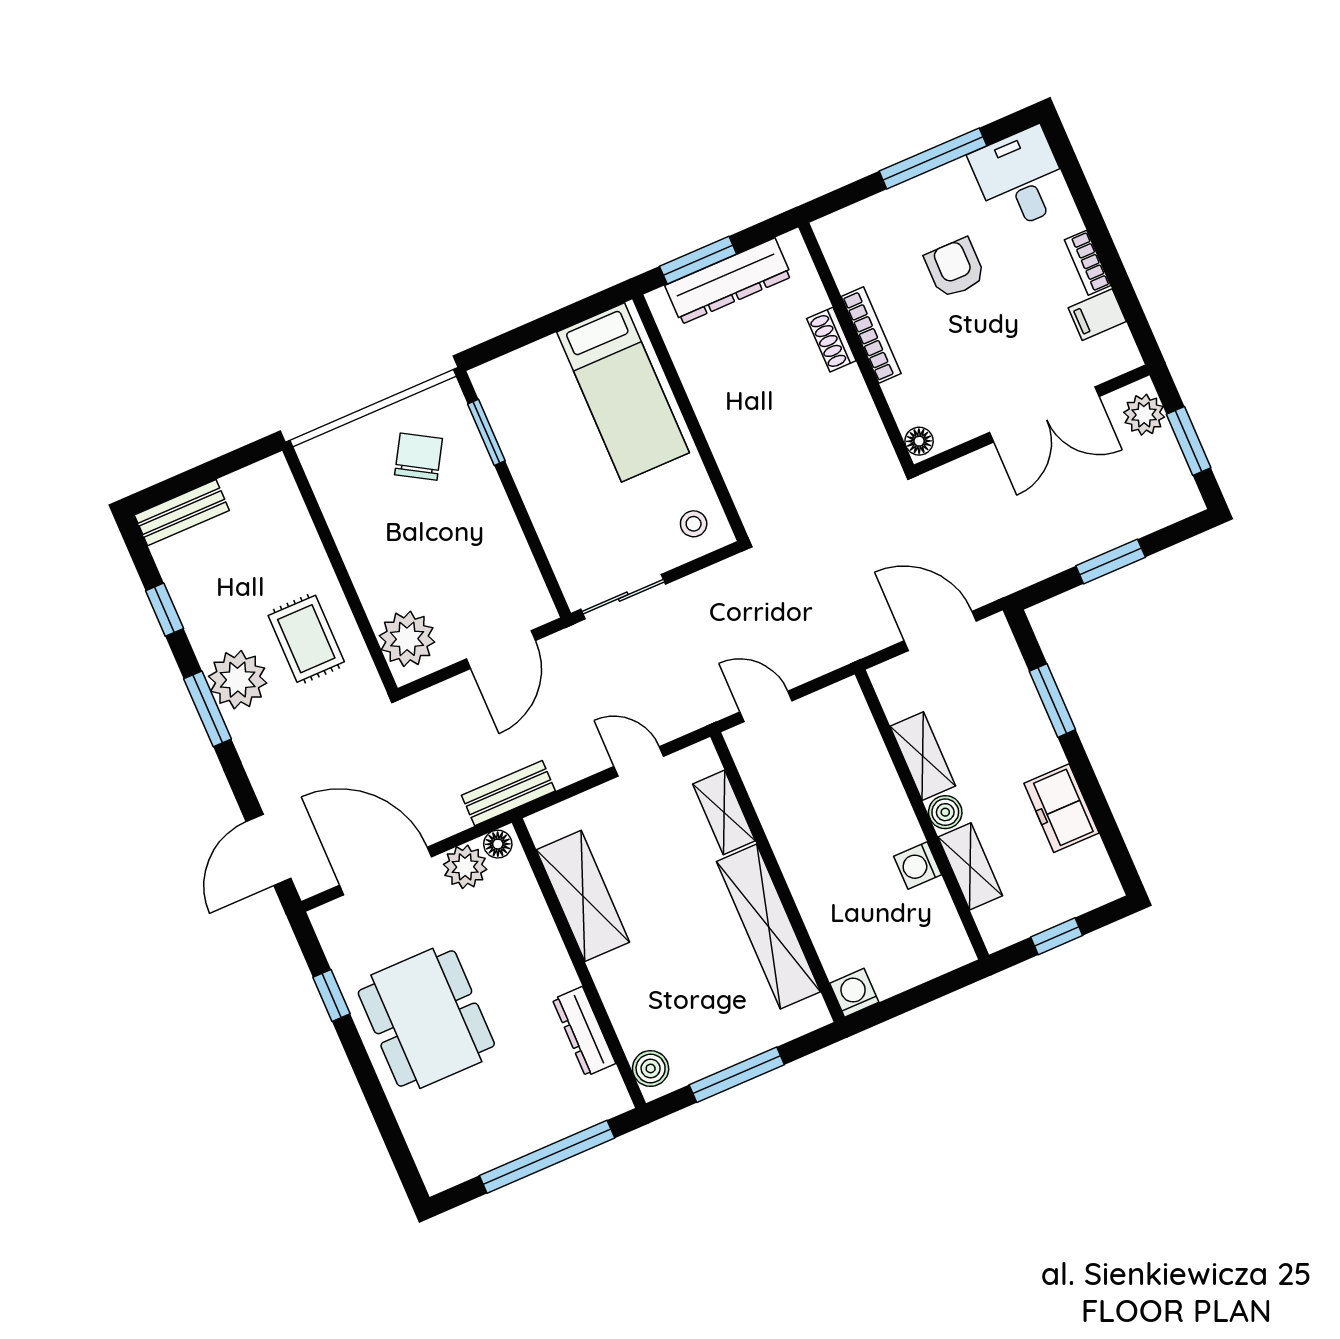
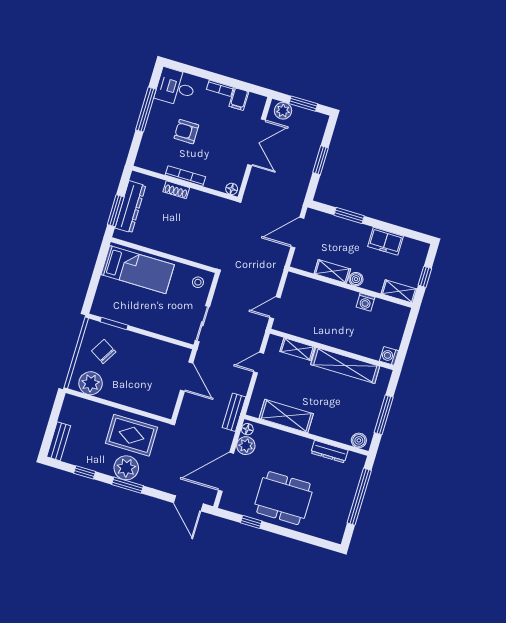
rug: (306, 639) -> (131, 435), width x1.36, depth x1.43
plant: (407, 639) -> (91, 383), moved
shelving: (970, 866) -> (399, 291), moved

